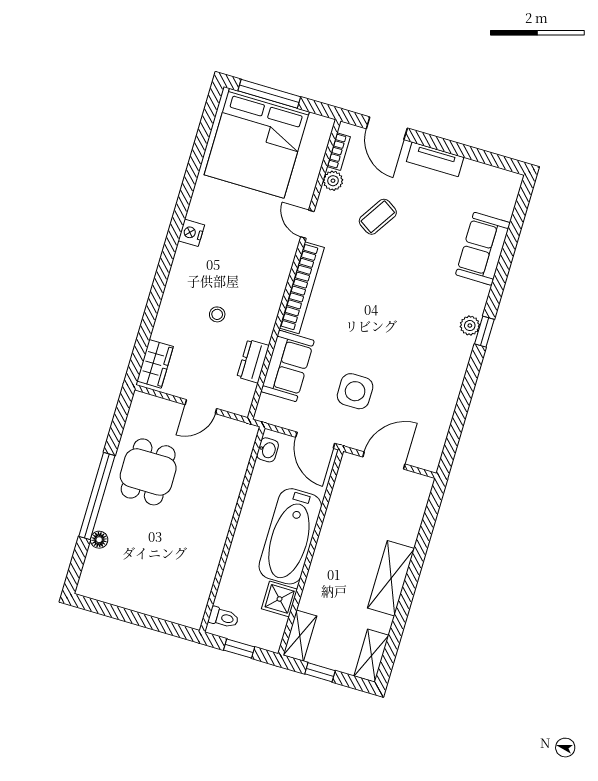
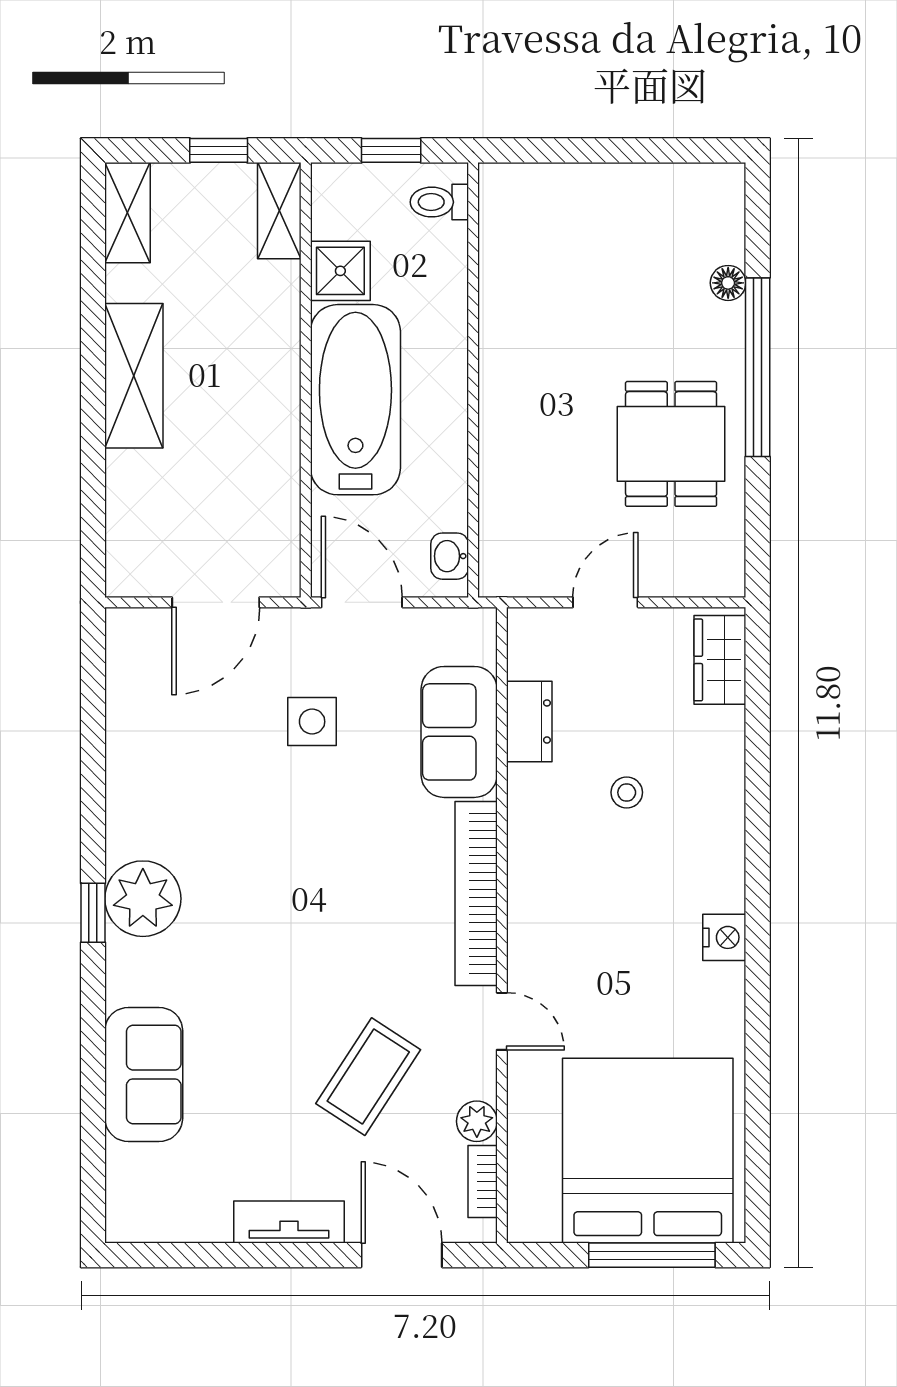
coffee table: (378, 217) -> (368, 1077), width x1.36, depth x1.30
plant: (470, 326) -> (143, 899), width x1.88, depth x1.88
side table: (355, 391) -> (312, 722), width x0.73, depth x0.73

